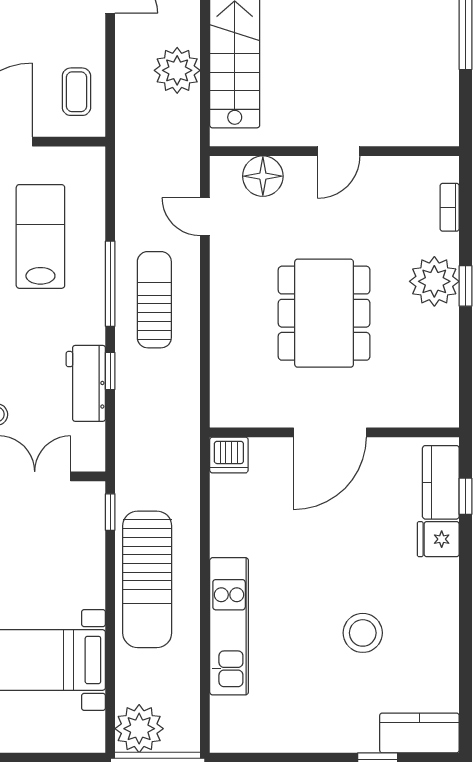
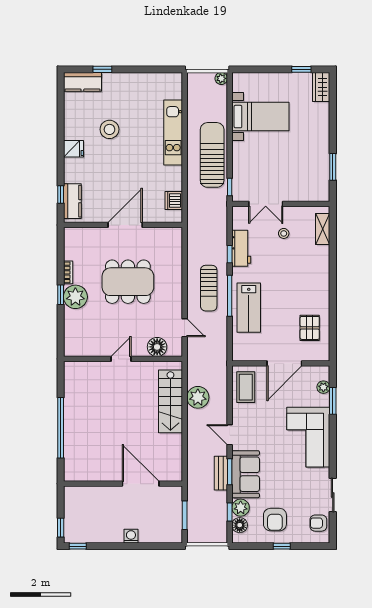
coffee table: (76, 92) -> (246, 387), width x1.36, depth x1.30
bookcase: (450, 207) -> (68, 272), moved
lab bench: (40, 236) -> (249, 308), moved
dining table: (324, 313) -> (128, 282), turned 90
dishwasher: (229, 455) -> (174, 201), moved, turned -90
fridge: (438, 539) -> (73, 149), moved
plant: (139, 729) -> (221, 78), width x0.53, depth x0.53

